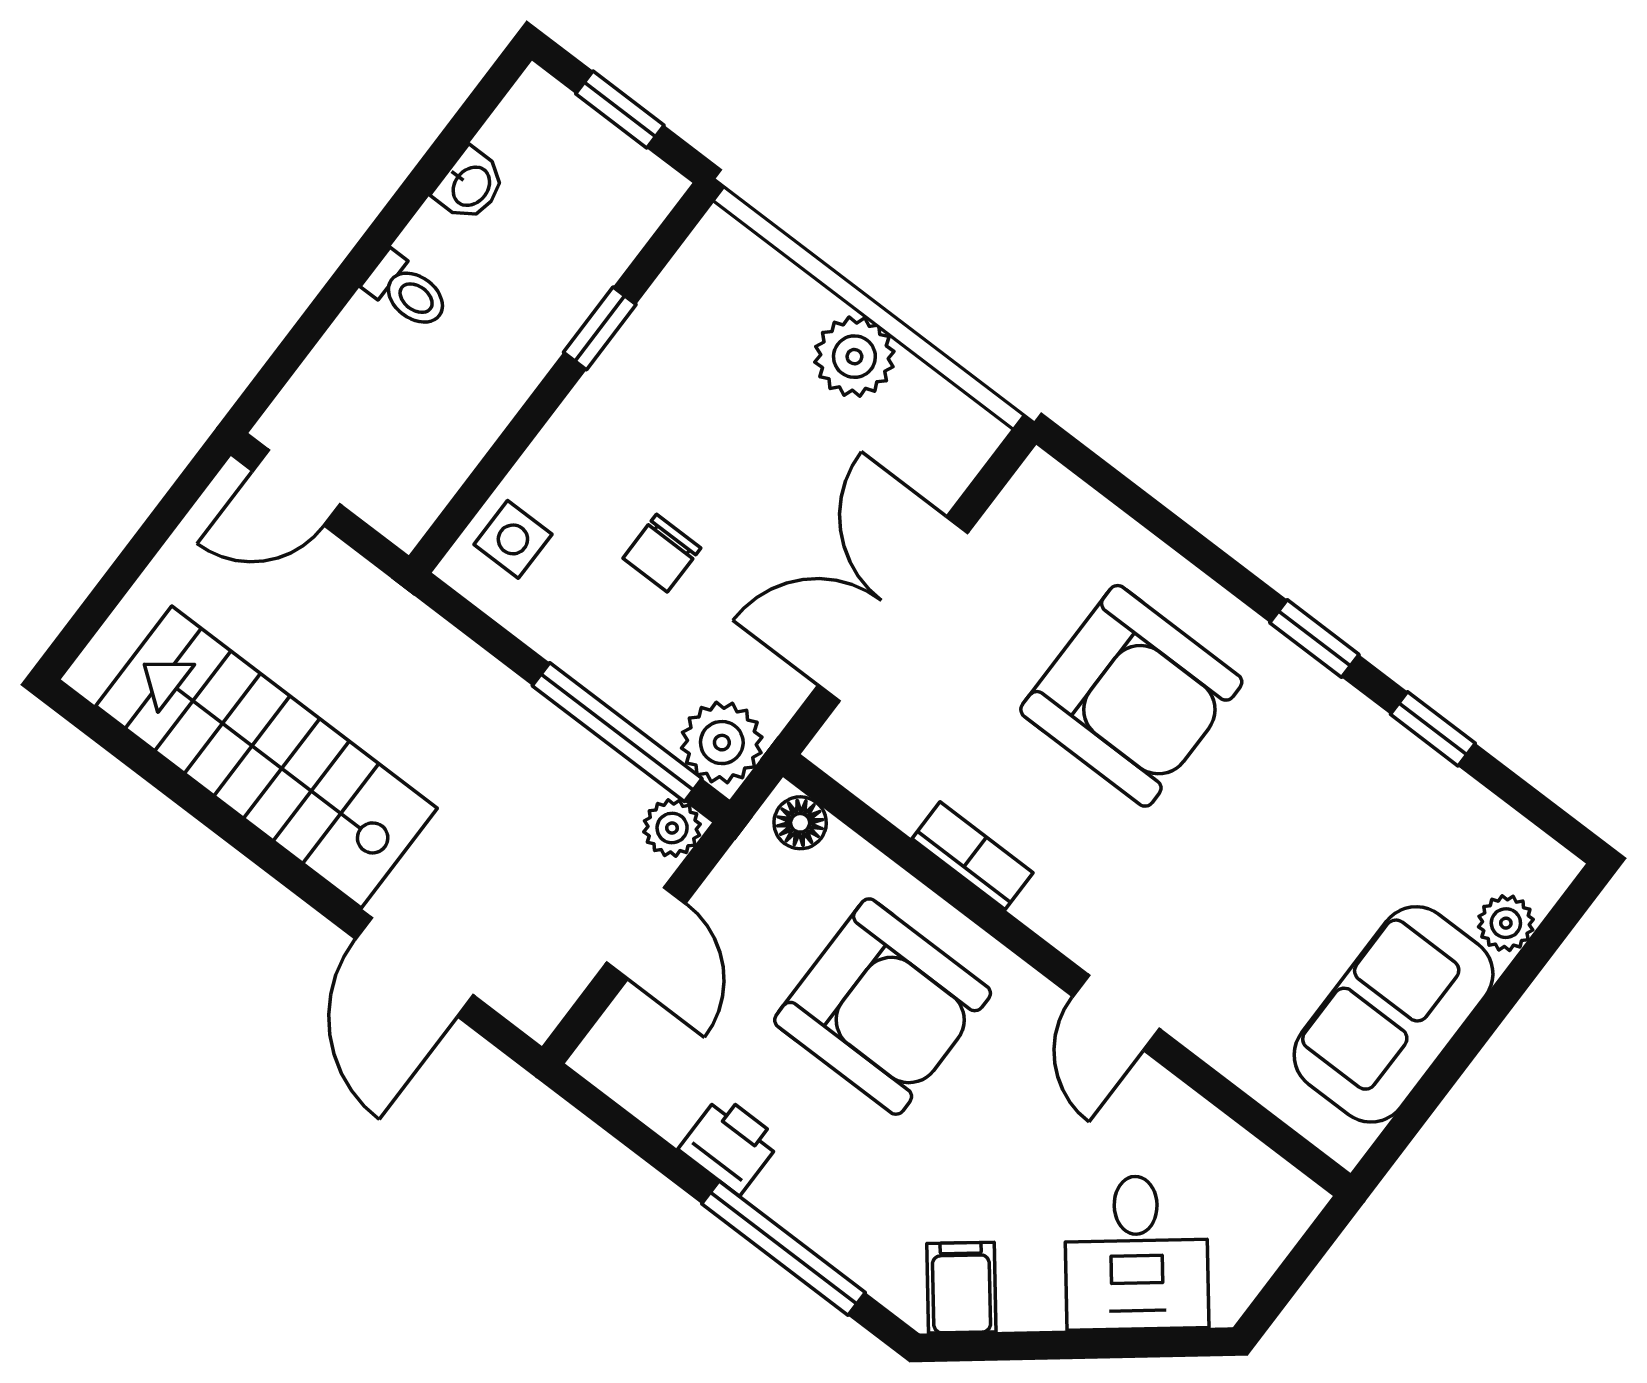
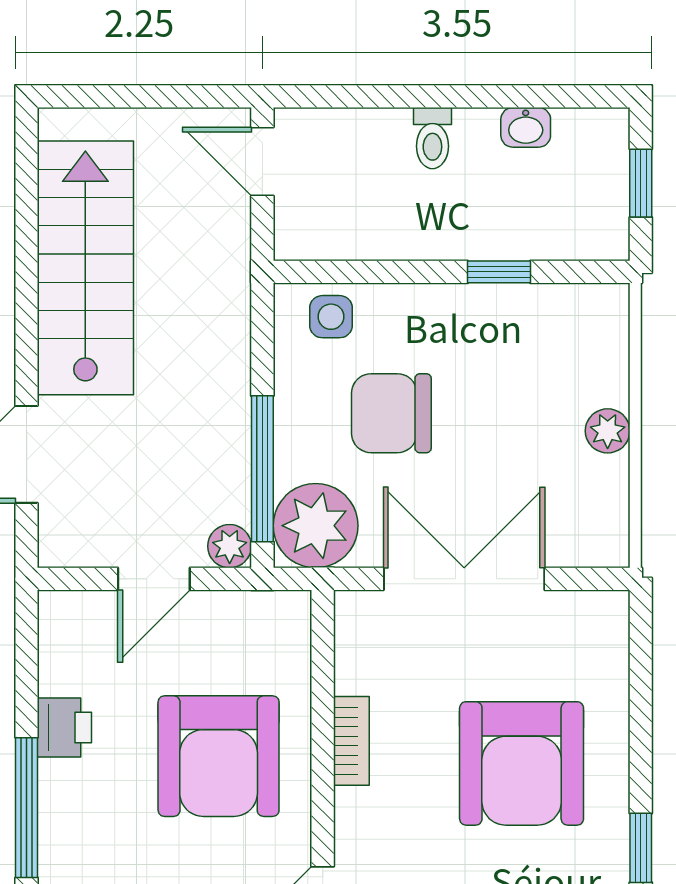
plant: (854, 357) -> (608, 431), width x0.73, depth x0.73
chair: (662, 553) -> (391, 413), width x1.87, depth x1.87
plant: (722, 743) -> (316, 526), width x1.36, depth x1.36
floor lamp: (800, 823) -> (292, 621), removed

